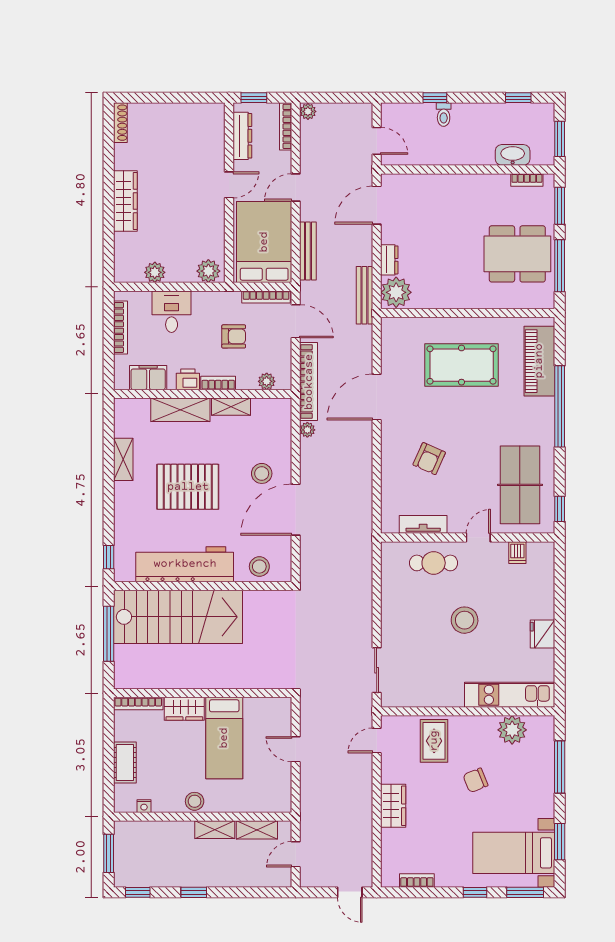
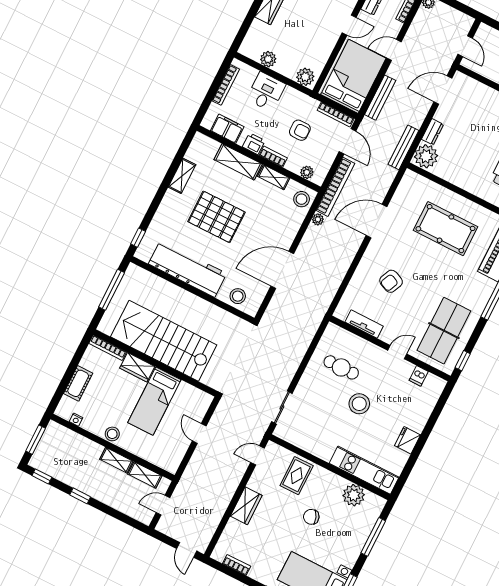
stool: (262, 473) -> (302, 199), moved
cafe table: (434, 563) -> (341, 367), moved
stairs: (178, 617) -> (164, 341), moved, turned 180

